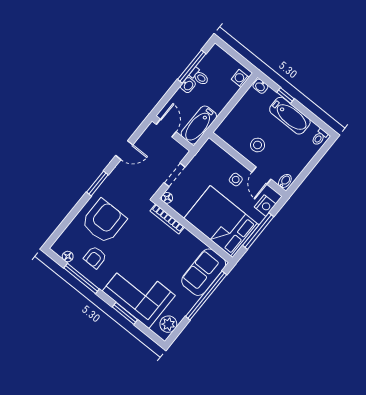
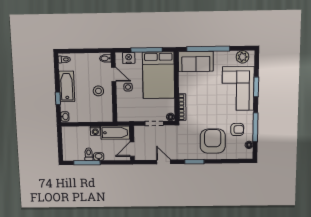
washing machine: (240, 78) -> (95, 131), moved
door: (261, 176) -> (114, 74), hinge flipped
armchair: (104, 221) -> (213, 141), turned 90

